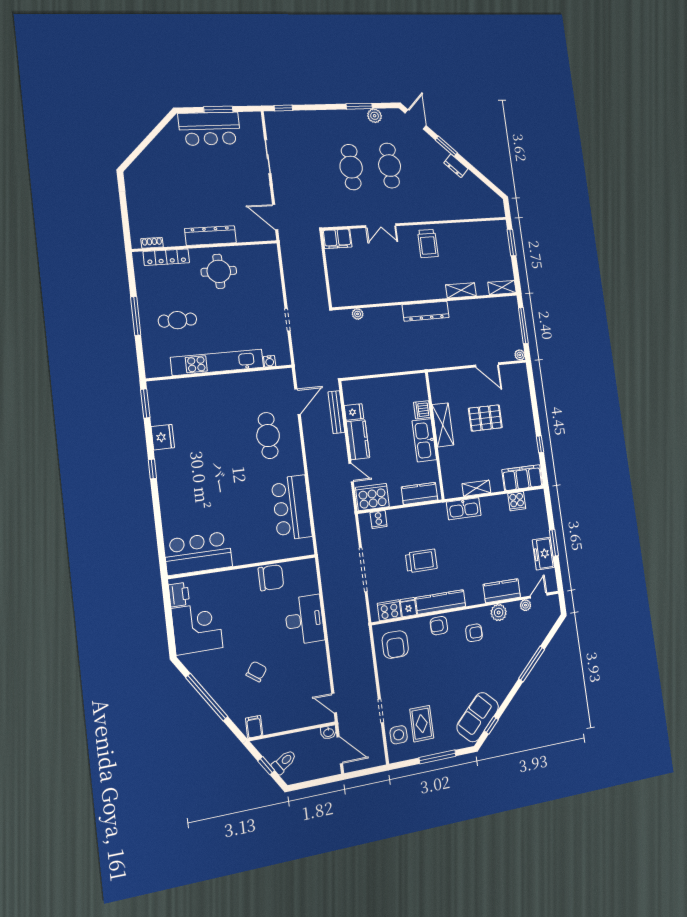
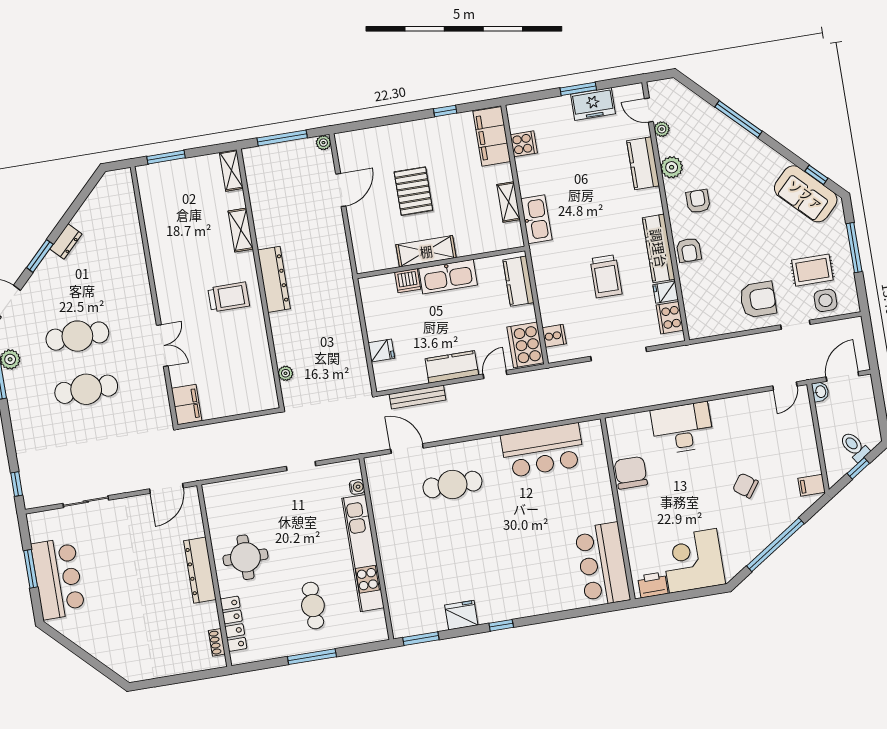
trolley: (428, 243) -> (229, 297), moved
fridge: (354, 412) -> (381, 351), moved, turned 90
trolley: (421, 561) -> (606, 276), turned 180
armchair: (395, 645) -> (758, 300), moved

